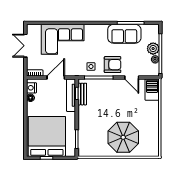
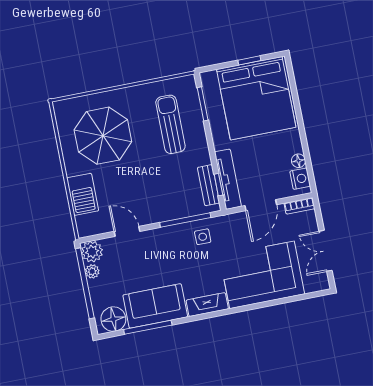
fireplace: (96, 29) -> (207, 305), added
floor lamp: (149, 31) -> (113, 319), added
double door: (25, 46) -> (325, 251), swing flipped
plant: (153, 49) -> (92, 252), moved
armchair: (113, 65) -> (165, 248), removed
barbecue: (152, 90) -> (83, 194), moved
sun lounger: (97, 131) -> (170, 124), added
parasol: (123, 137) -> (103, 136), moved

